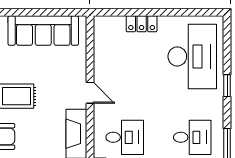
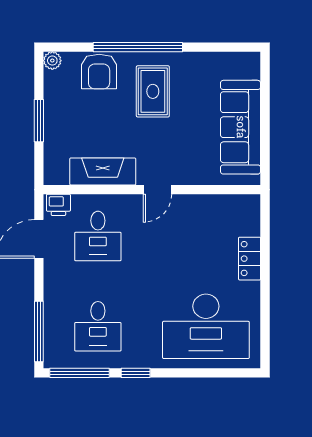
window: (227, 86) -> (136, 373), moved

